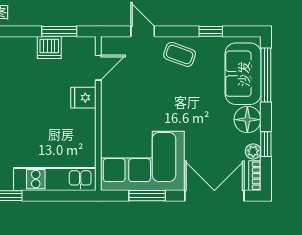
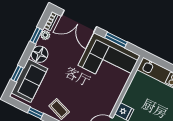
window: (266, 75) -> (17, 74), width x0.46

